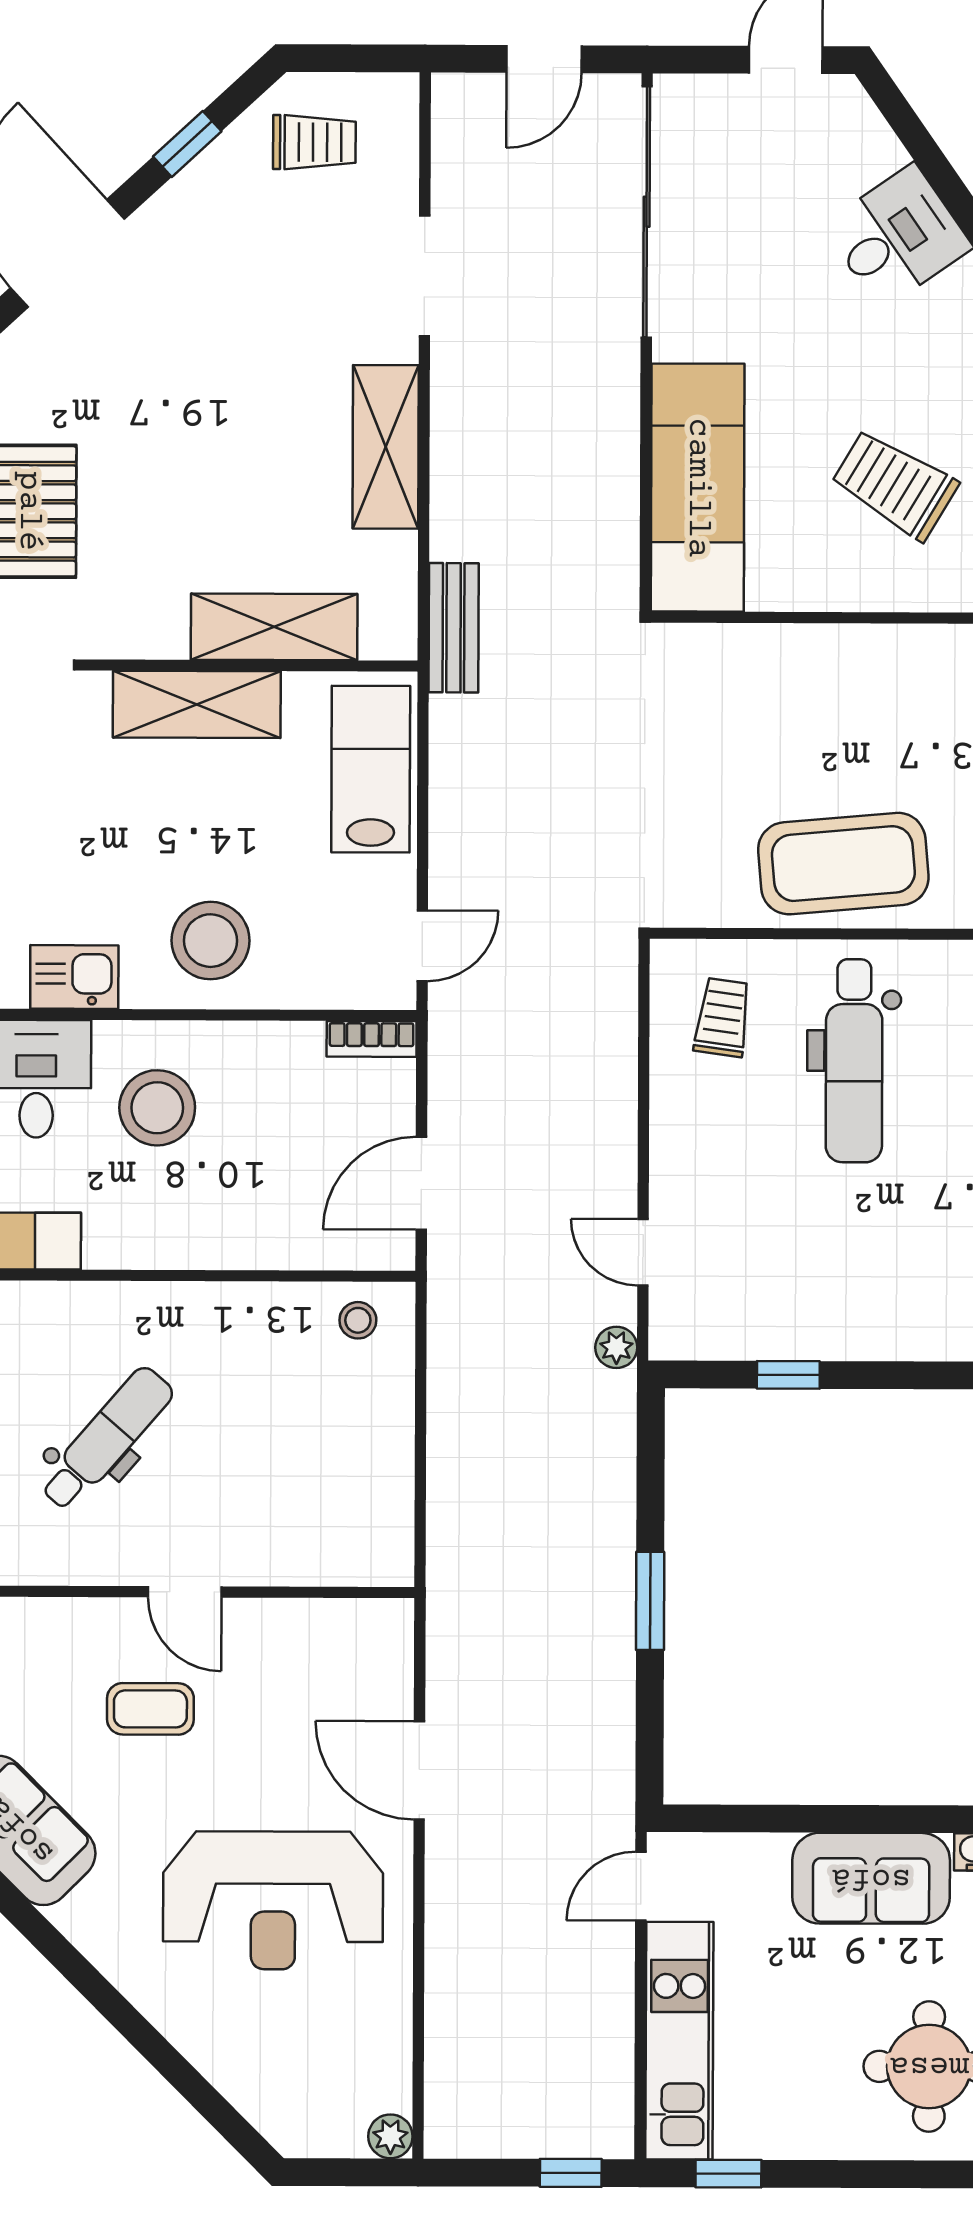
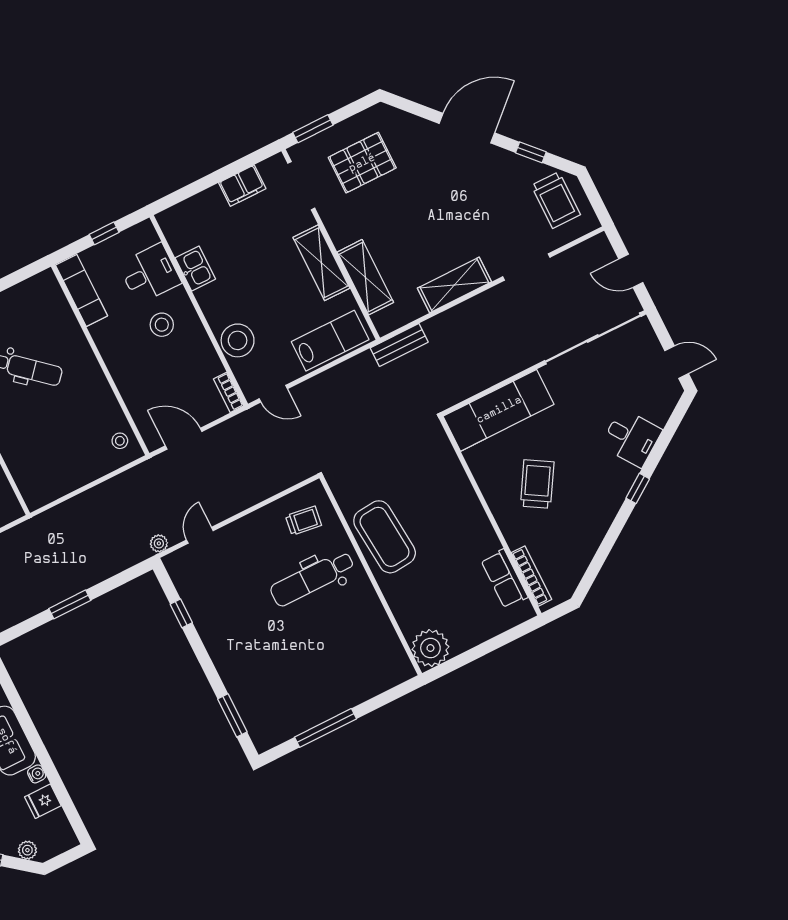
trolley: (314, 142) -> (556, 200), width x1.36, depth x1.39
stool: (211, 941) -> (238, 340), moved
stool: (157, 1108) -> (162, 325), width x0.73, depth x0.73

